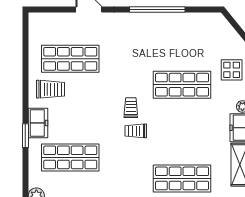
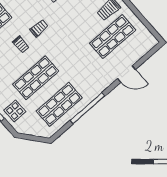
shop shelf: (182, 38) -> (59, 105), added
trolley: (131, 108) -> (21, 45), moved

